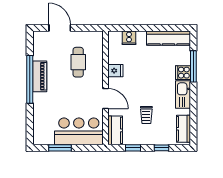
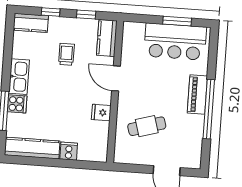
cooker: (129, 38) -> (69, 151), moved
cafe table: (78, 62) -> (147, 126), turned 74
piano: (40, 76) -> (197, 95), moved
kitchen counter: (183, 129) -> (31, 23), moved, turned 90
bar counter: (79, 131) -> (175, 42), moved

